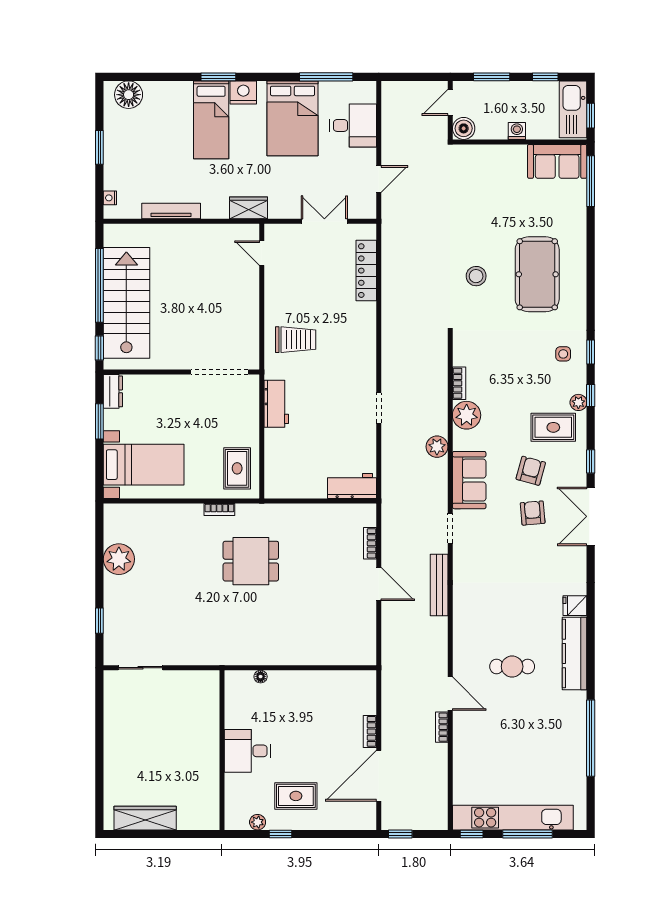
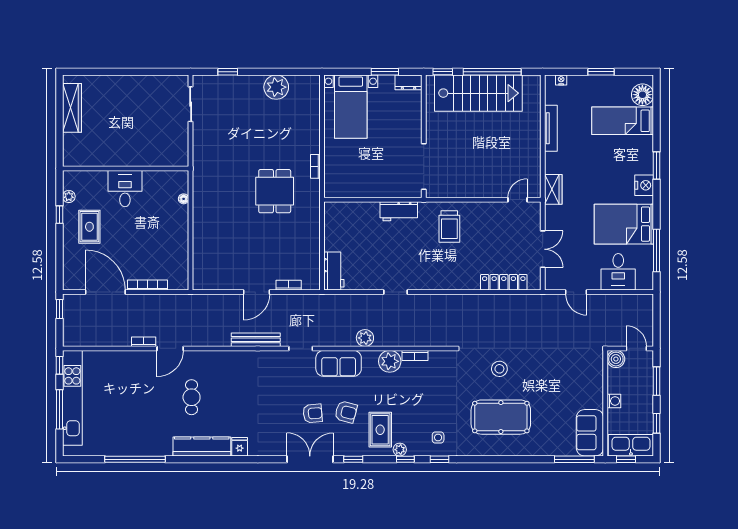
bed: (211, 120) -> (623, 121), moved
rug: (237, 468) -> (348, 180), removed
bookcase: (370, 731) -> (147, 285), width x1.56

